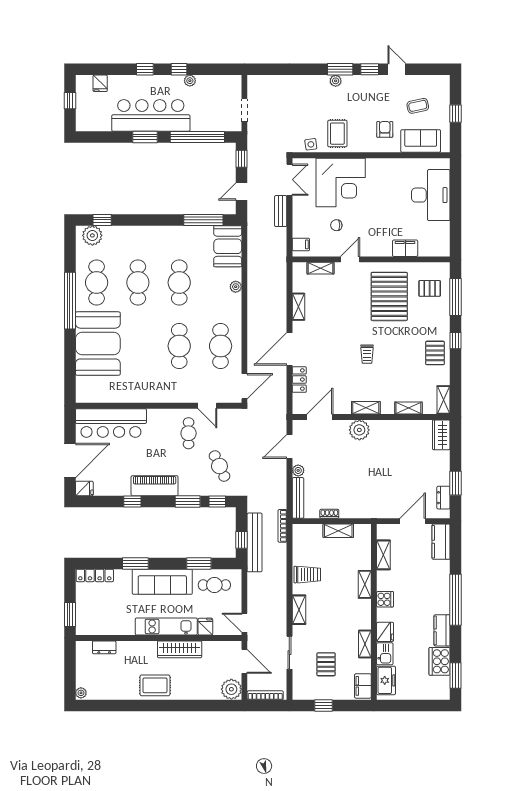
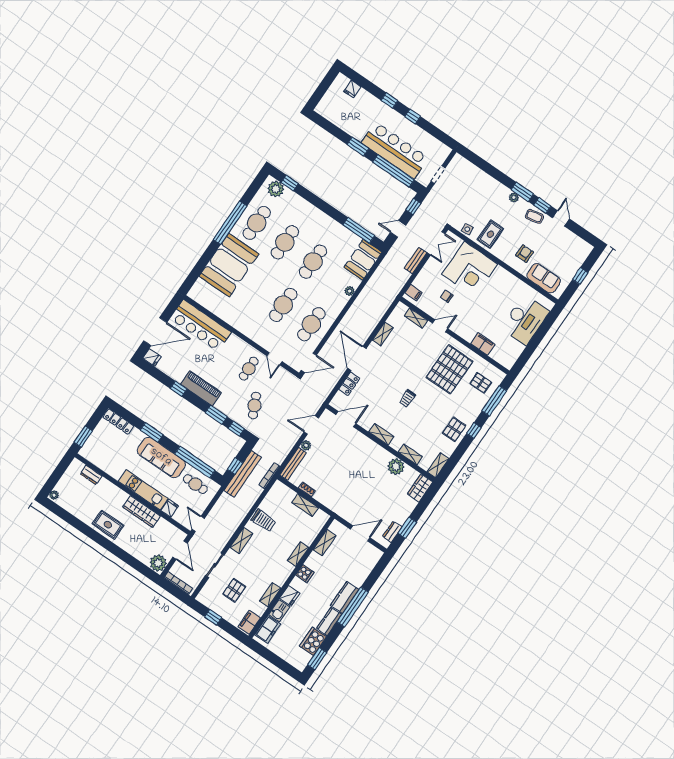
plant: (190, 81) -> (415, 129), removed
window: (70, 101) -> (324, 87), removed
coffee table: (418, 106) -> (534, 216), moved
bar counter: (151, 115) -> (395, 150), moved
door: (289, 349) -> (357, 358), hinge flipped
plant: (359, 430) -> (396, 467), moved
kitchen counter: (441, 542) -> (345, 597), moved
window: (199, 563) -> (195, 462), width x2.11

